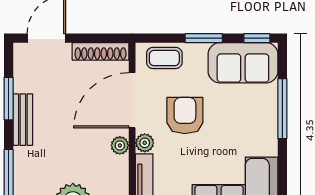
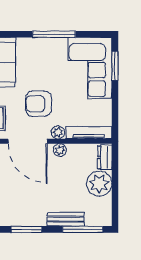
window: (282, 109) -> (54, 34), moved
bench: (23, 120) -> (65, 219), moved

